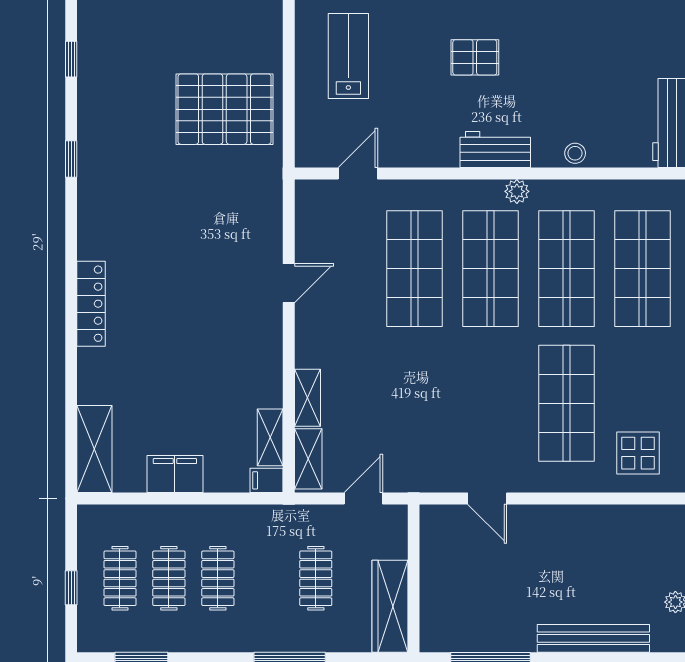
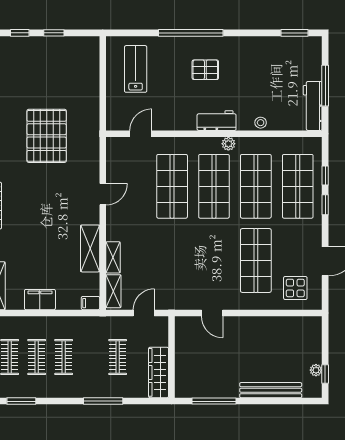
pallet: (225, 109) -> (47, 136), moved, turned 90
shelving: (270, 437) -> (90, 248), moved, width x1.50, depth x1.33

